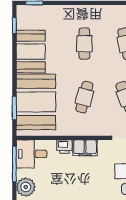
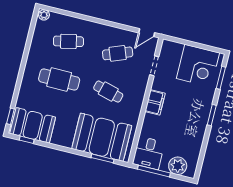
cafe table: (84, 44) -> (59, 79), width x1.37, depth x1.35
booth: (31, 51) -> (33, 125), moved
printer: (64, 147) -> (149, 121), removed

